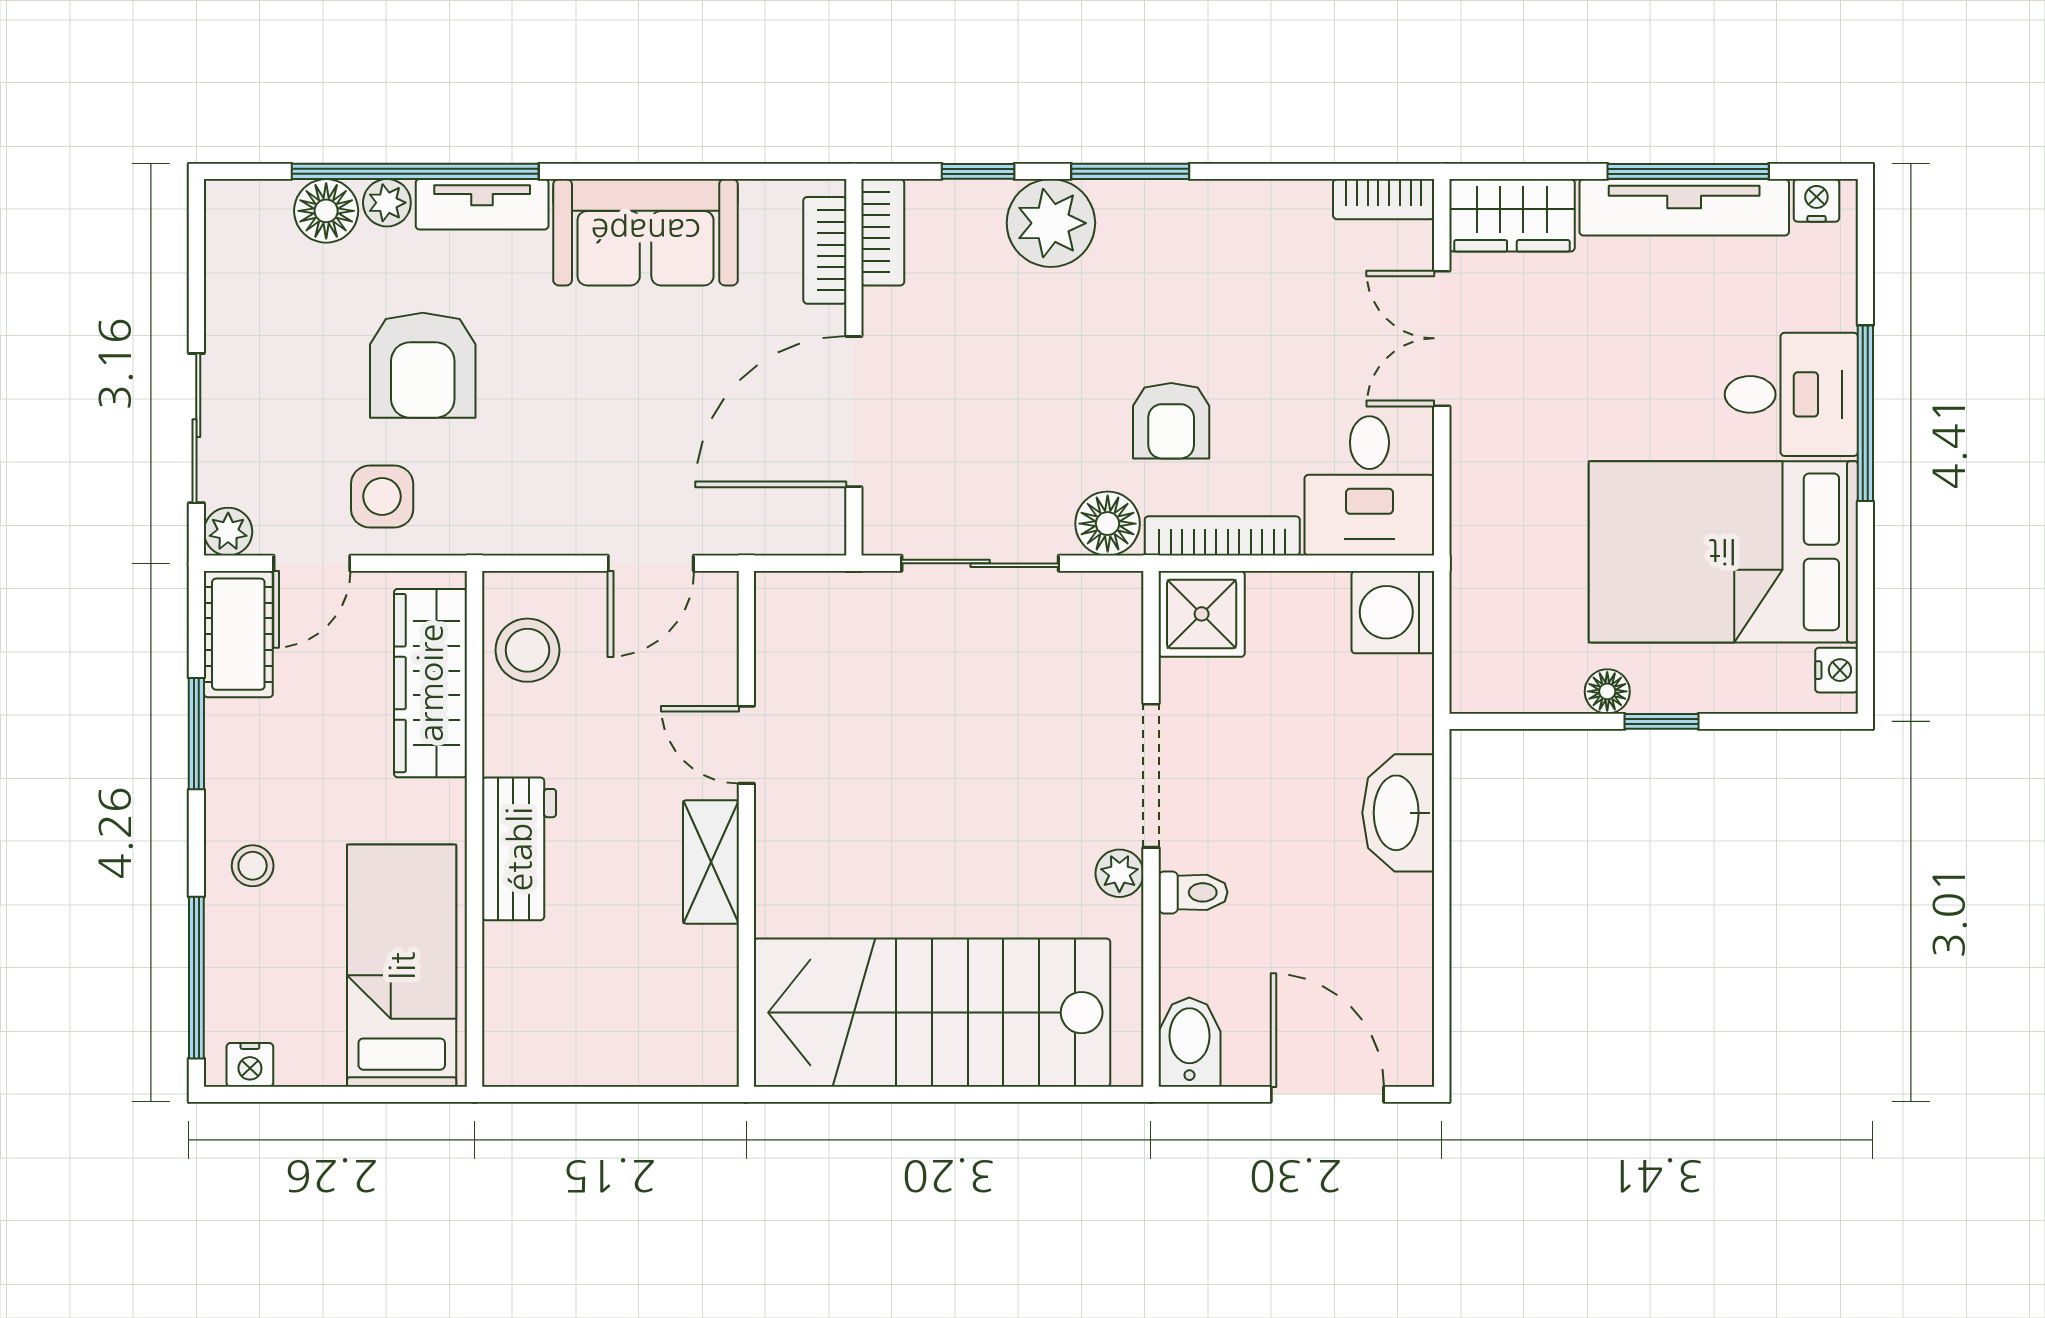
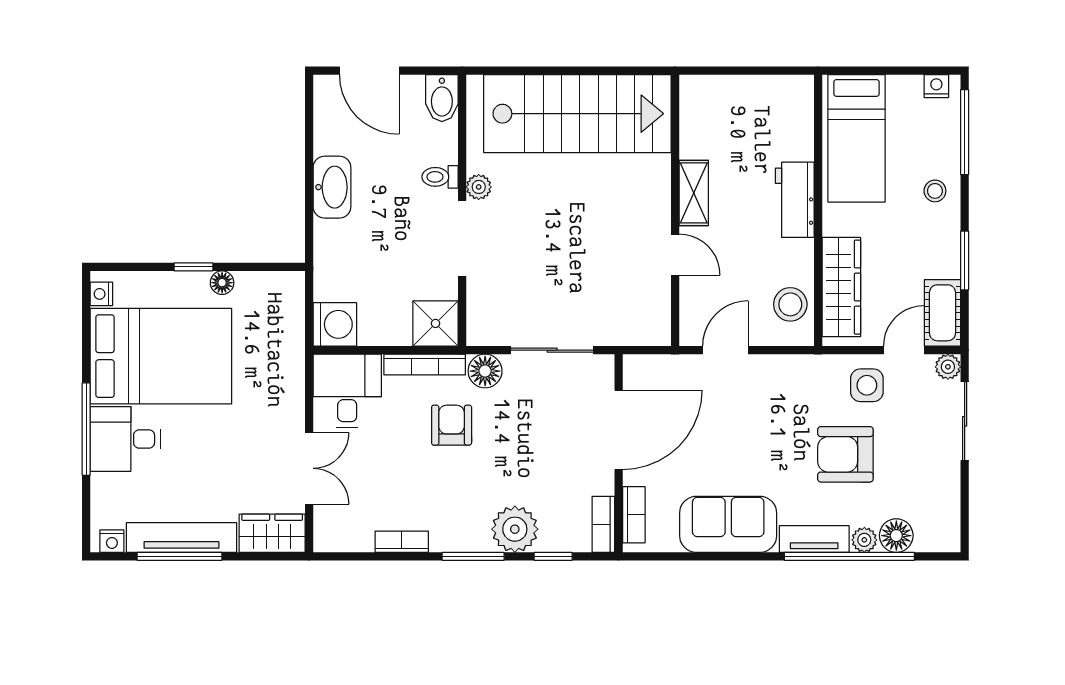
bookcase: (1384, 199) -> (402, 542), moved
armchair: (423, 365) -> (845, 454), turned -90
washbasin: (1398, 813) -> (332, 187), moved

